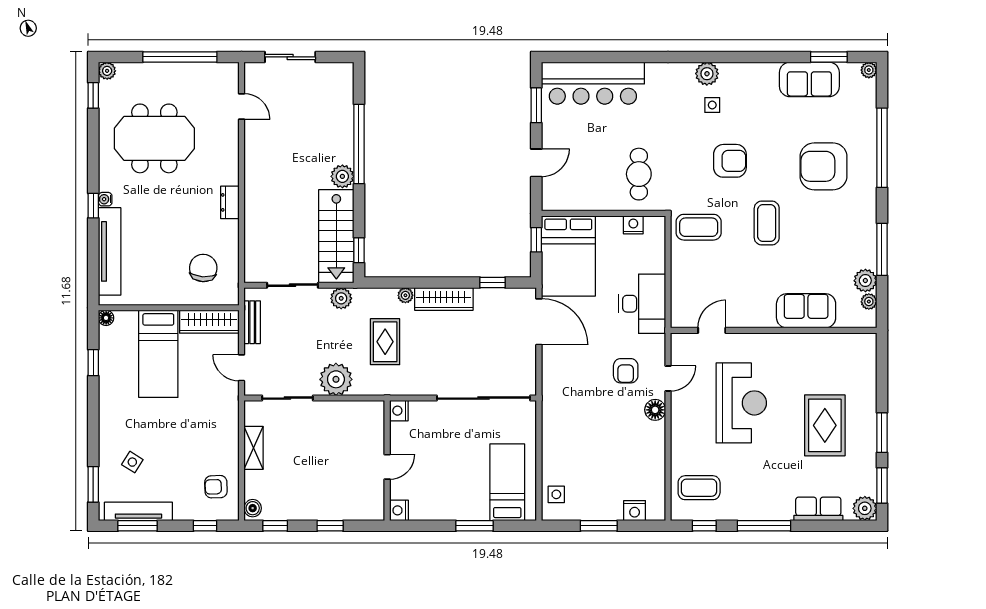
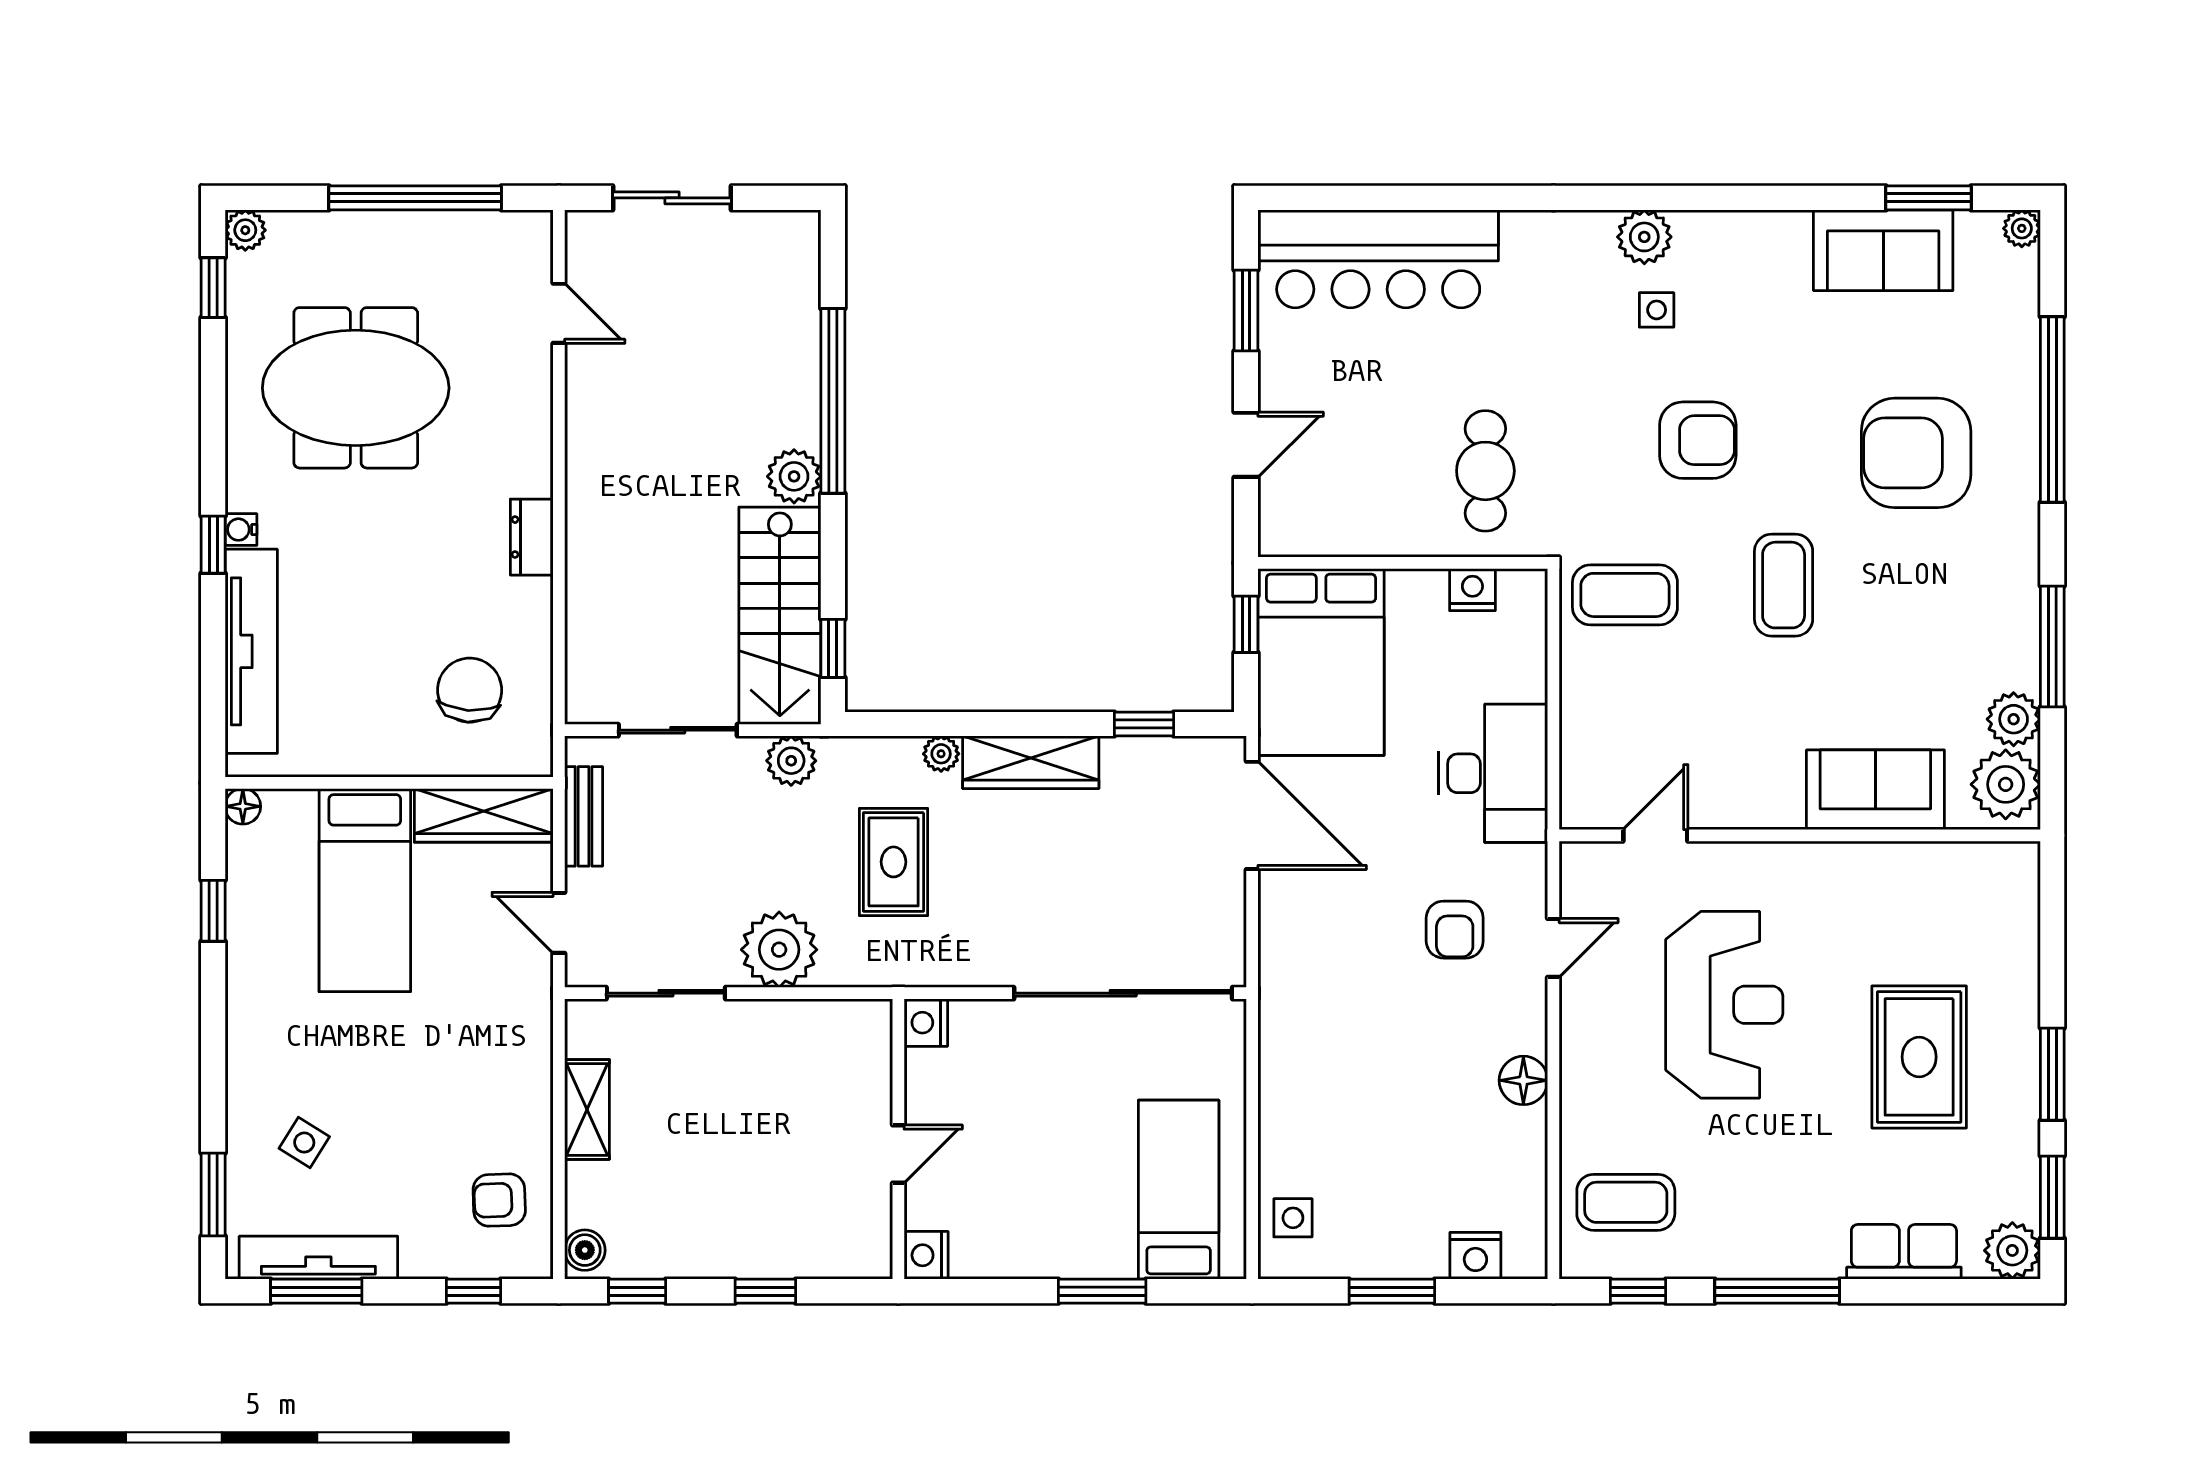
plant: (869, 302) -> (2006, 784), width x1.88, depth x1.88
floor lamp: (655, 410) -> (1523, 1080), moved

